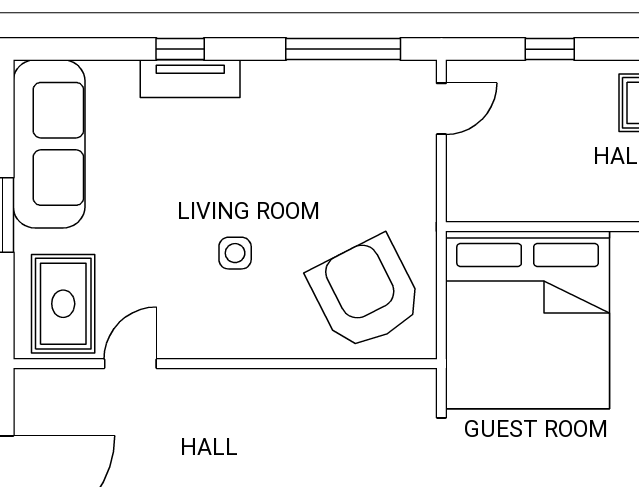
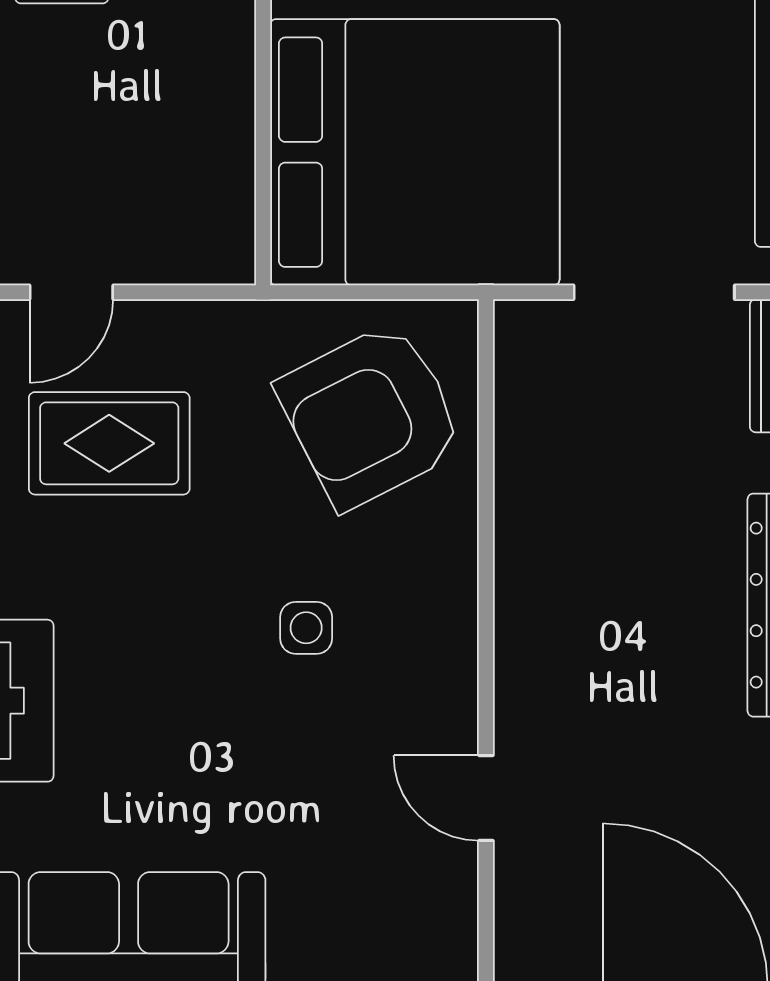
door: (441, 109) -> (71, 292), swing flipped
rug: (63, 304) -> (109, 443), moved

